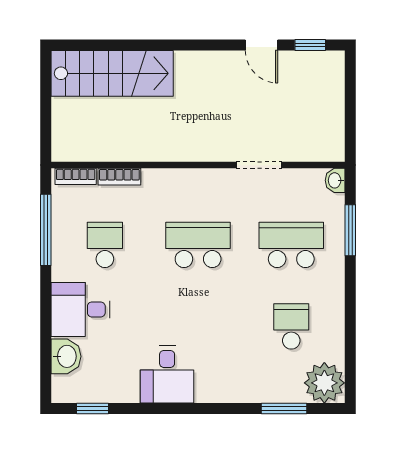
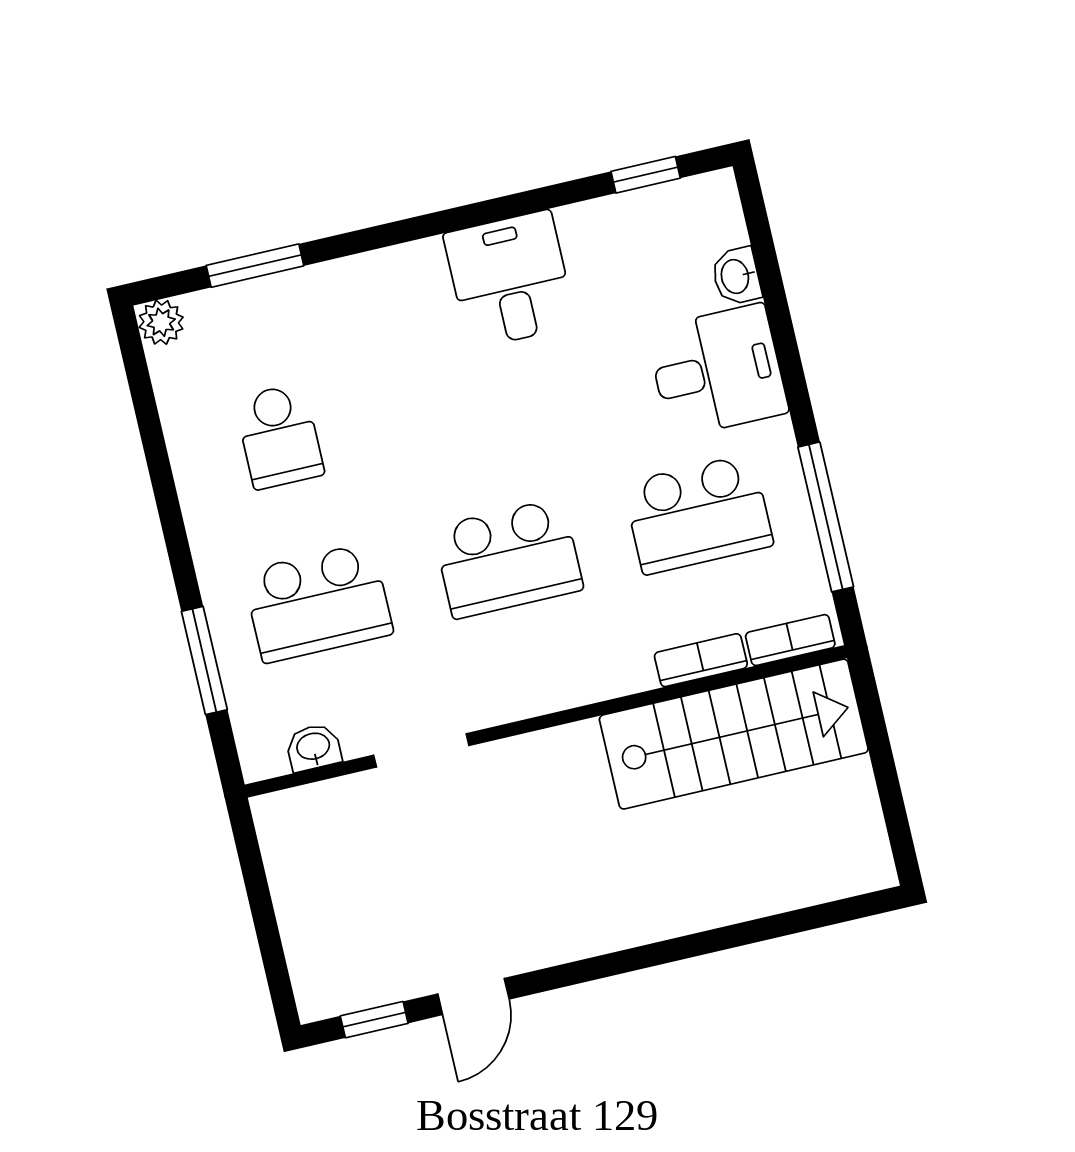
door: (262, 45) -> (473, 997), swing flipped
stairs: (112, 73) -> (734, 734), moved, turned 180
washbasin: (335, 180) -> (313, 747), moved, turned -90
school desk: (105, 245) -> (698, 514), width x1.85
washbasin: (66, 356) -> (736, 276), width x0.72, depth x0.69
plant: (324, 383) -> (161, 322), width x0.53, depth x0.53

